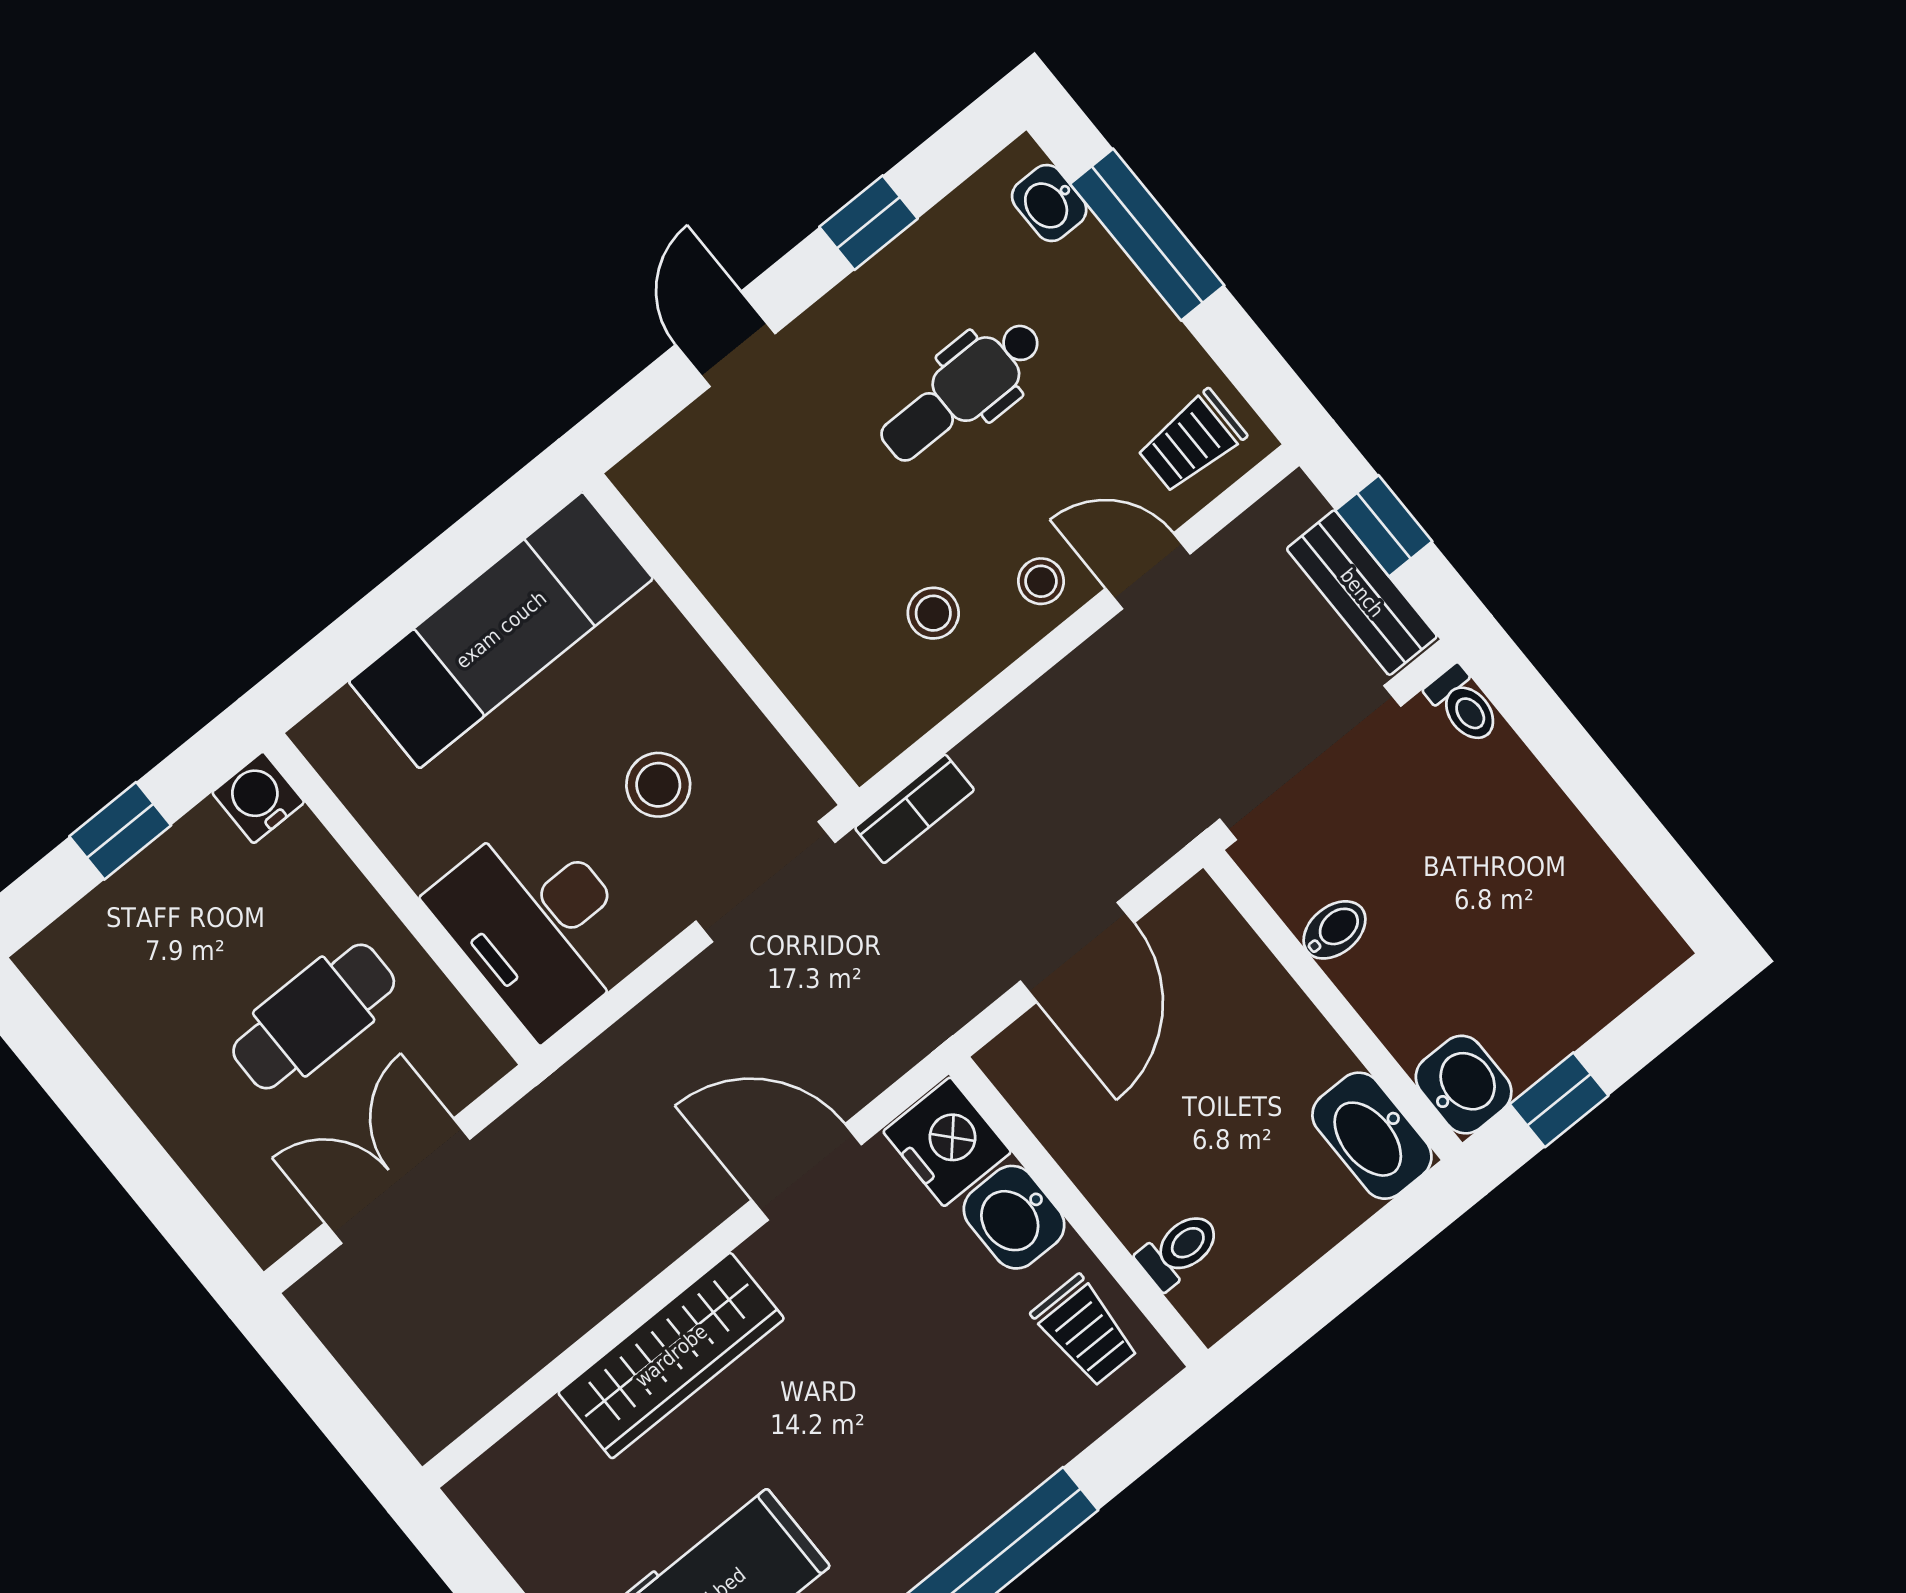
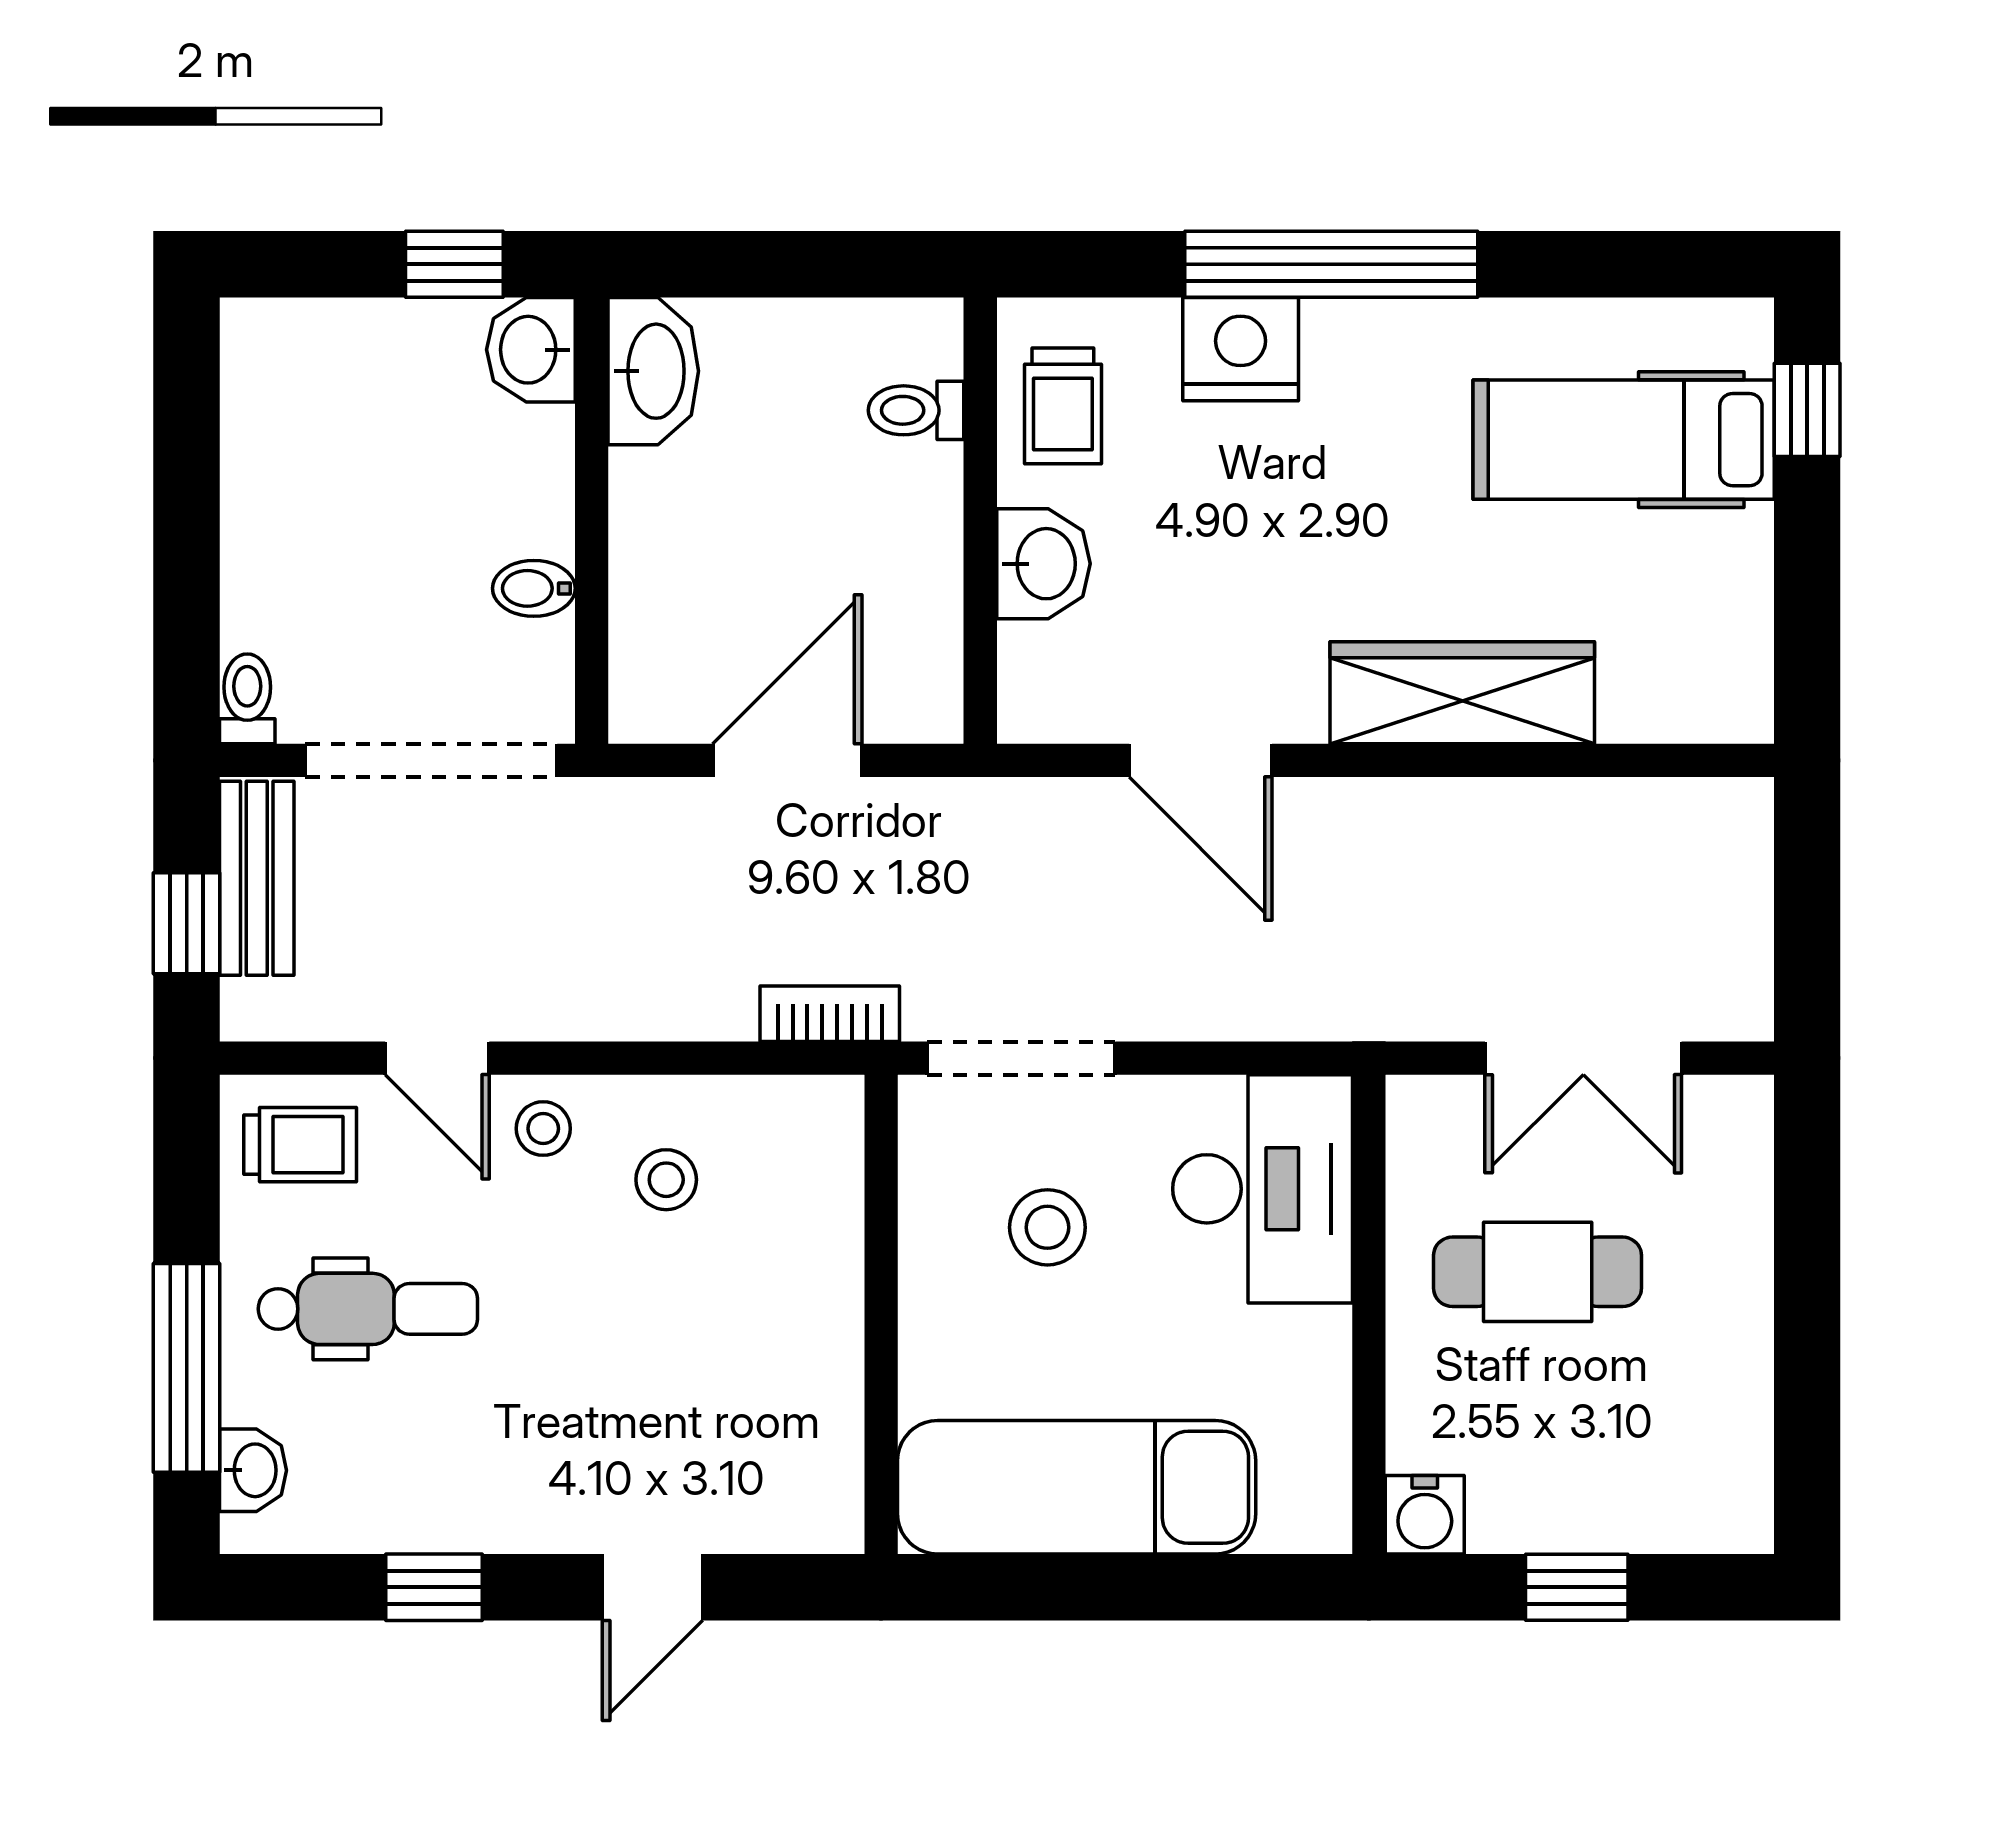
dental chair: (962, 391) -> (368, 1309), moved
nightstand: (947, 1142) -> (1241, 349), moved, turned 90
trolley: (1085, 1331) -> (1063, 406), turned 180

